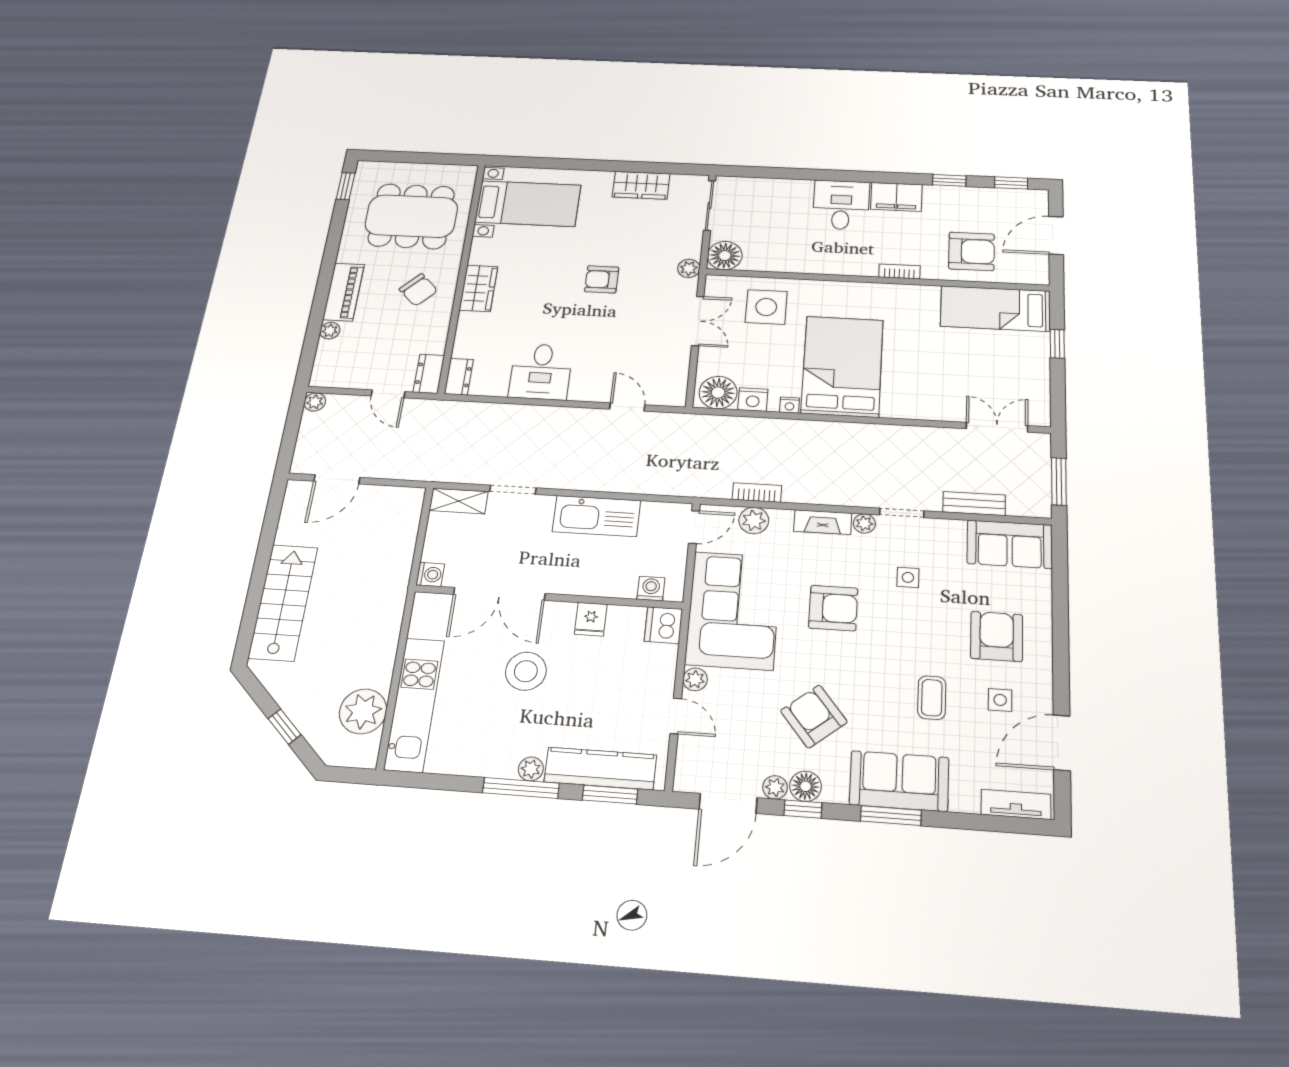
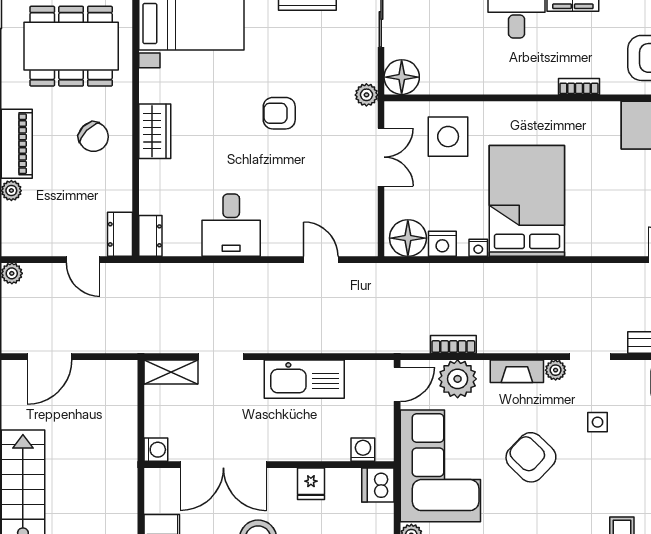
plant: (754, 520) -> (458, 379), width x1.36, depth x1.36
armchair: (833, 608) -> (531, 457), turned -136

